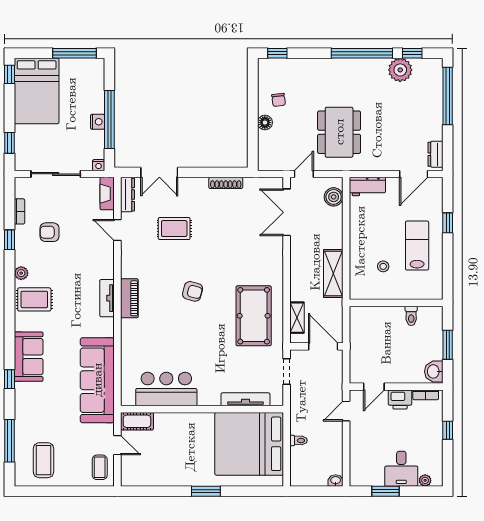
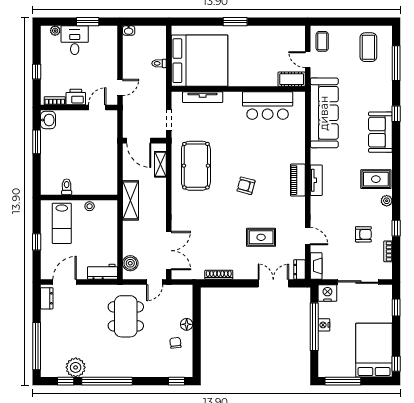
nightstand: (99, 165) -> (327, 293), width x1.89, depth x1.79
dresser: (127, 195) -> (299, 269), width x0.70
wall: (396, 303) -> (79, 197), moved
toilet: (411, 316) -> (67, 187), moved

